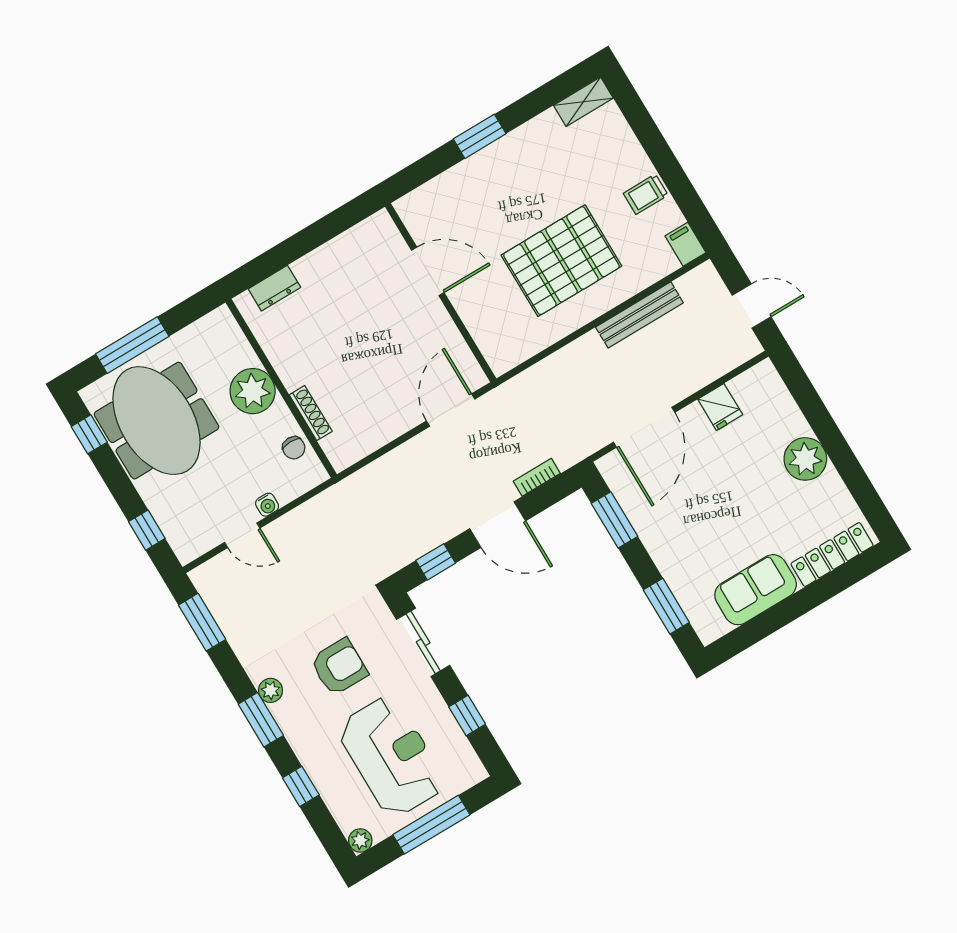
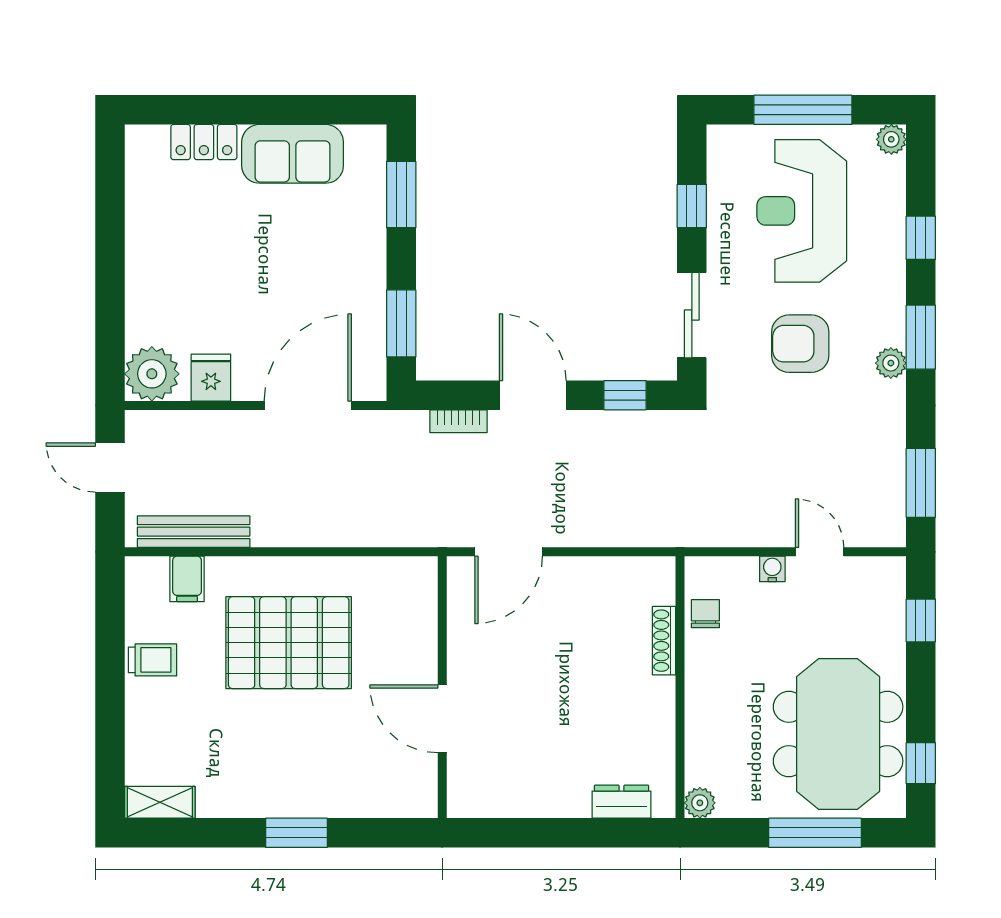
filing cabinet: (686, 244) -> (187, 579), moved
bench: (639, 315) -> (194, 532), moved
plant: (253, 391) -> (700, 803), moved, width x0.53, depth x0.53
plant: (805, 459) -> (152, 374), moved
locker: (832, 555) -> (204, 142), width x0.66

